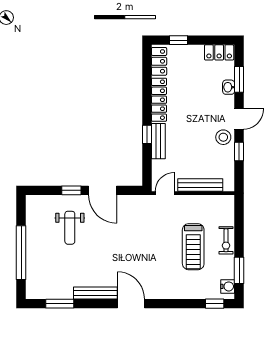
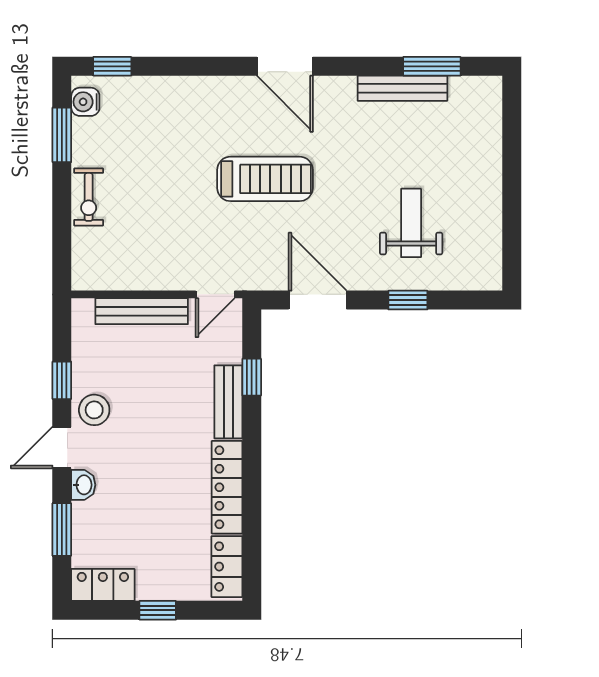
window: (178, 40) -> (158, 610), moved
washbasin: (229, 87) -> (83, 485), moved
window: (147, 134) -> (252, 377), moved
door: (103, 190) -> (318, 300), moved
exercise bike: (226, 240) -> (89, 197), turned 180
treadmill: (193, 247) -> (265, 179), moved, turned 90
window: (21, 253) -> (512, 172), removed
bench: (95, 293) -> (402, 88), moved

